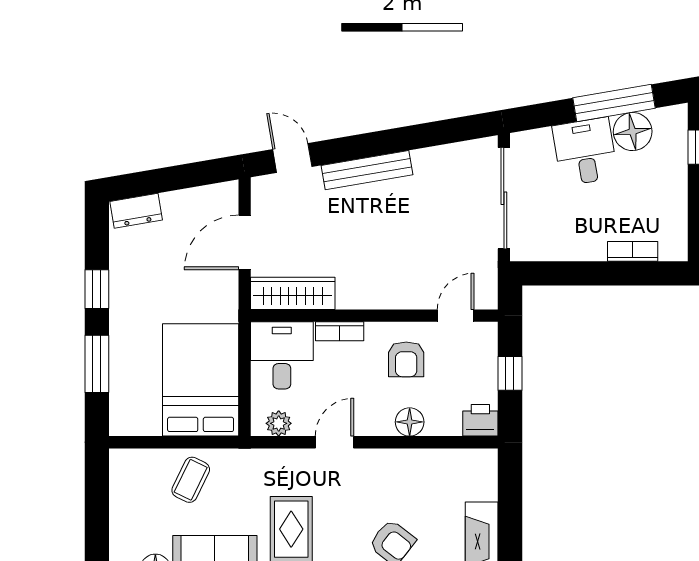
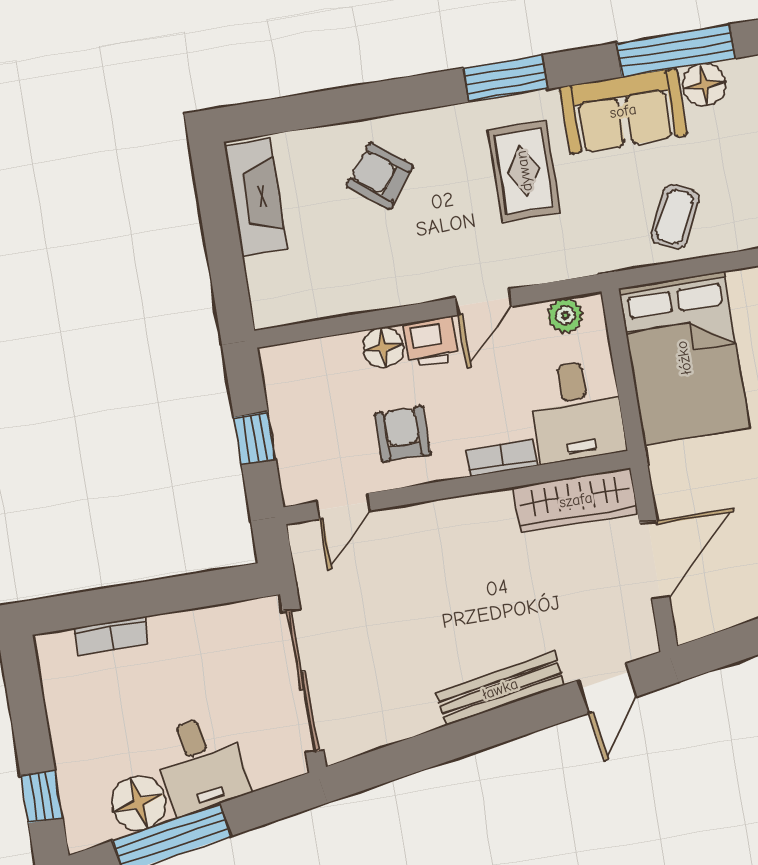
door: (292, 158) -> (607, 688), hinge flipped
printer: (480, 420) -> (431, 342), moved

